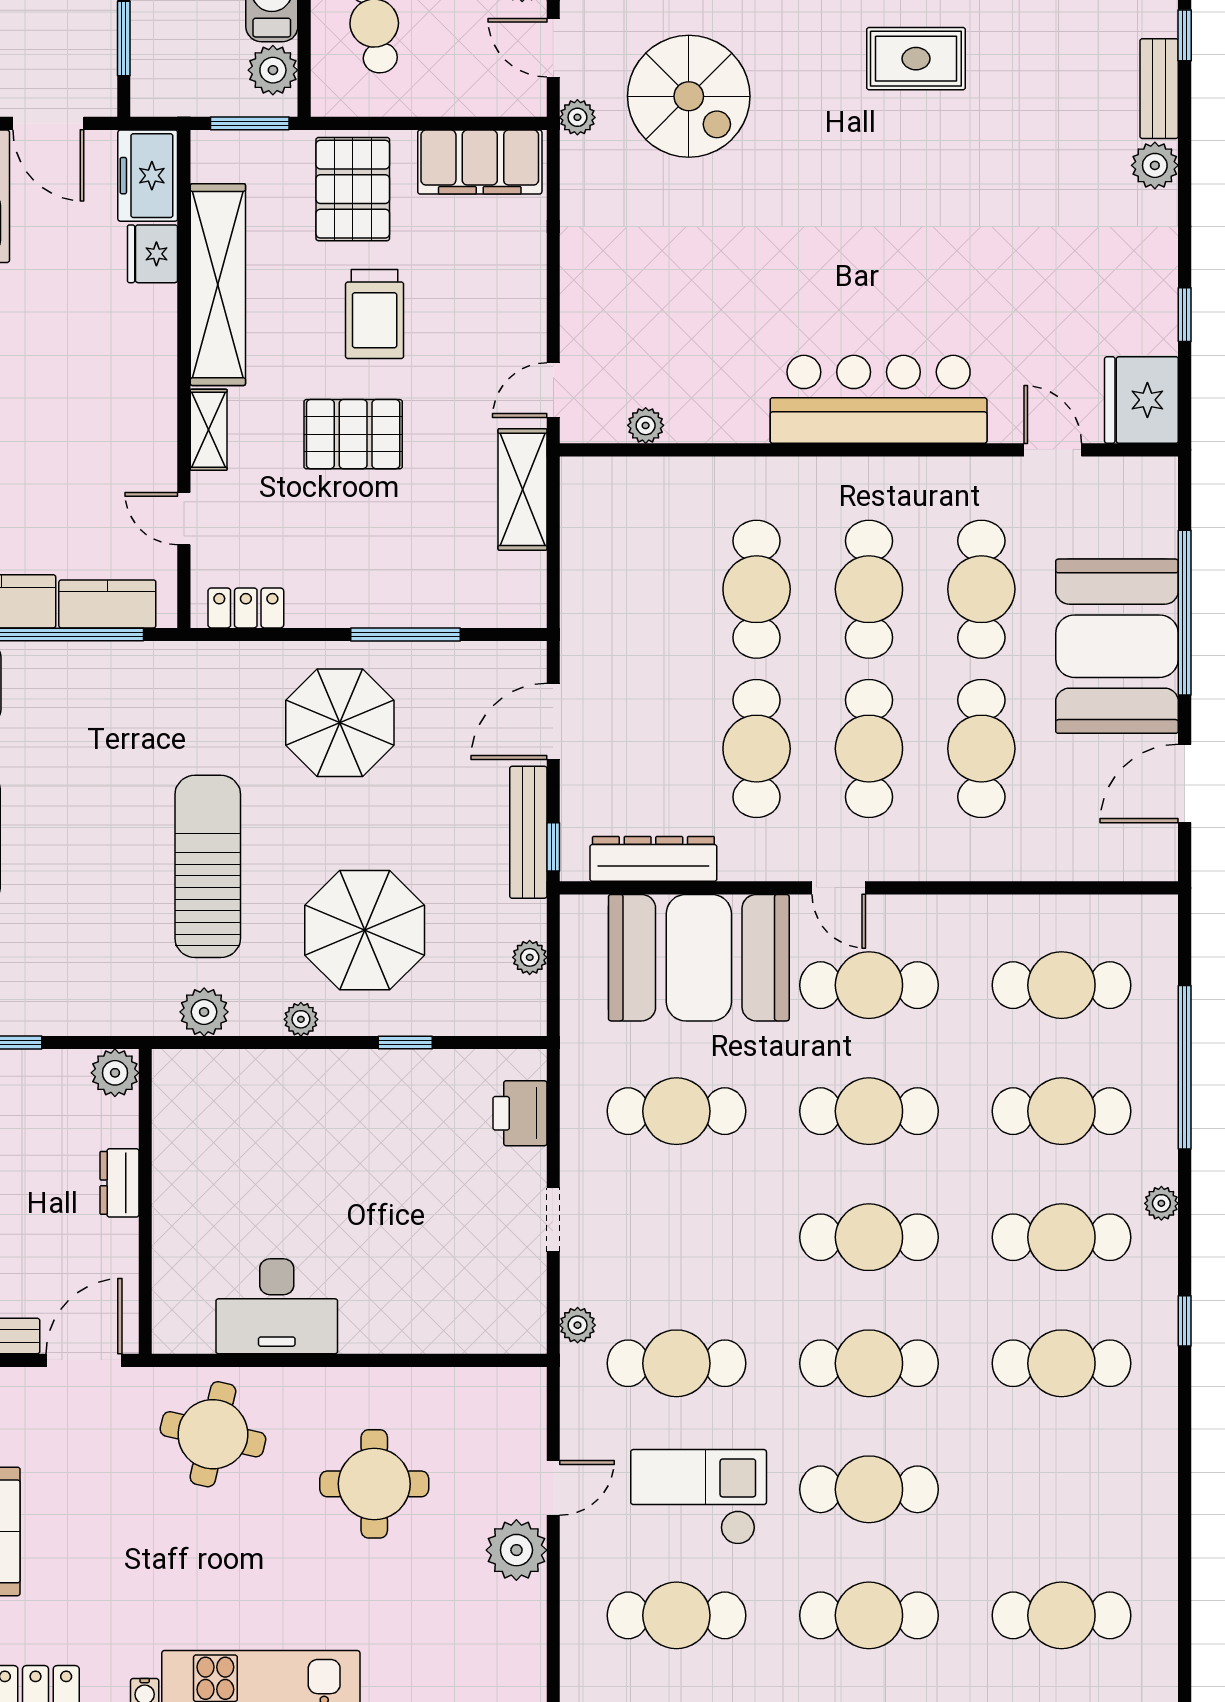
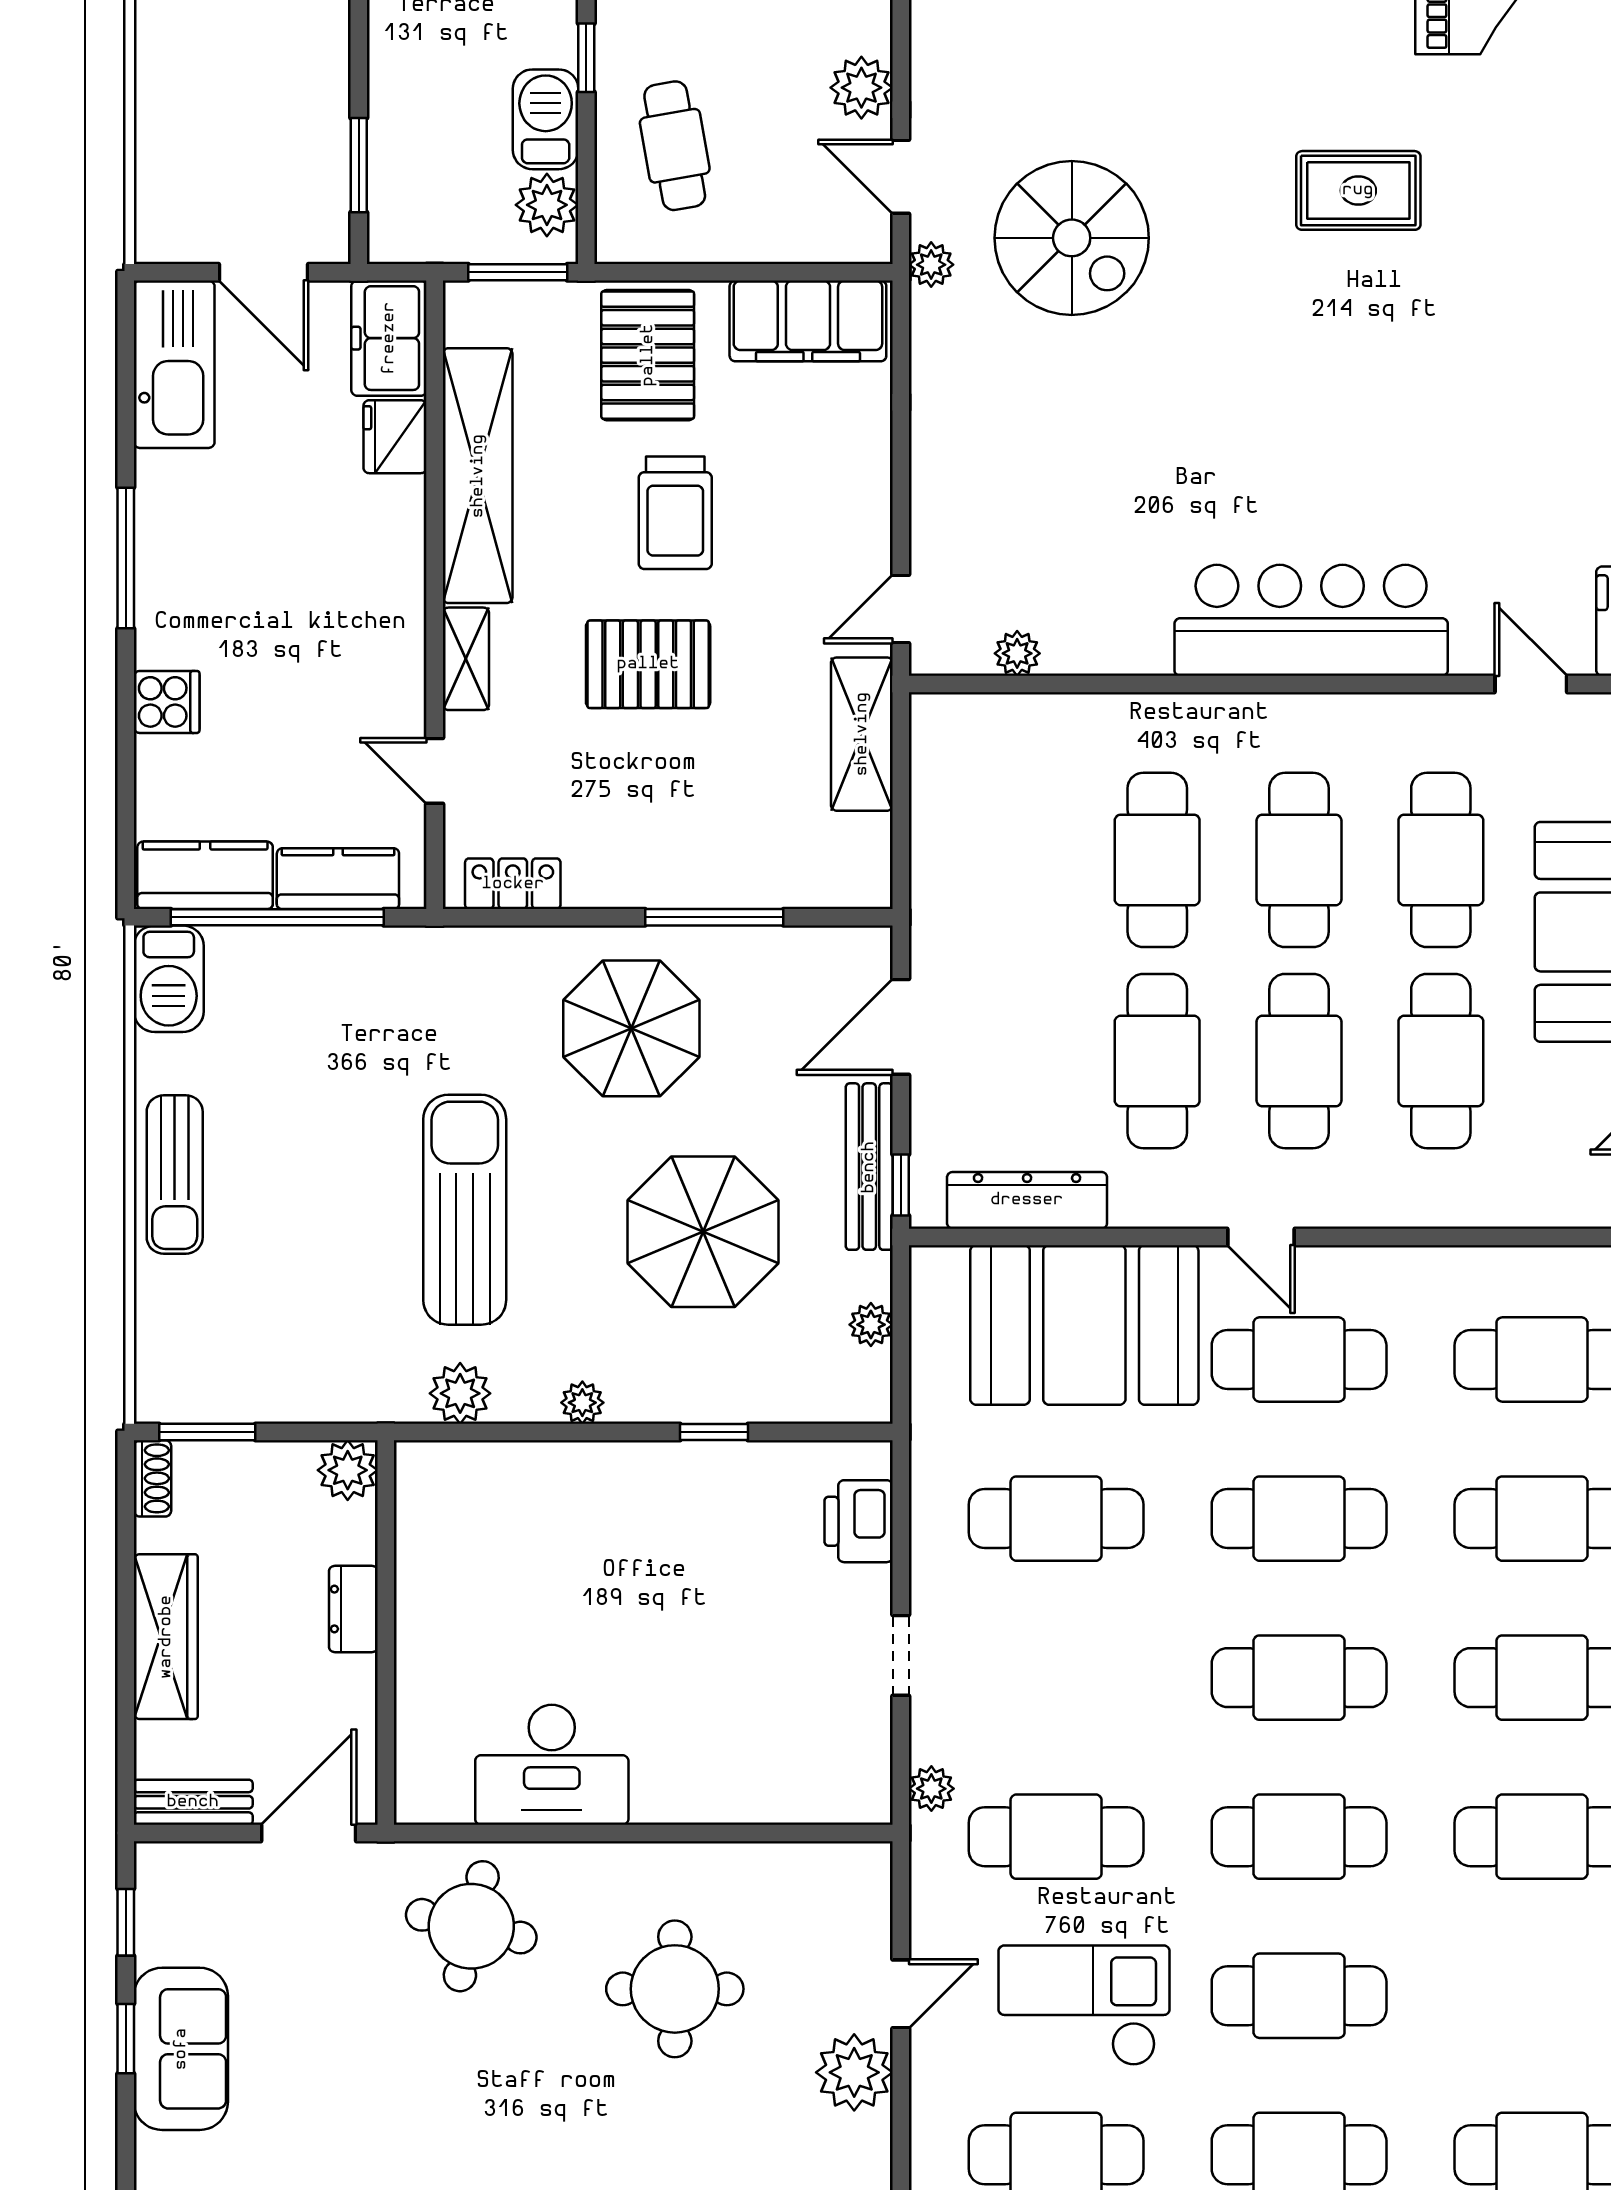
parasol: (365, 930) -> (703, 1232), moved

